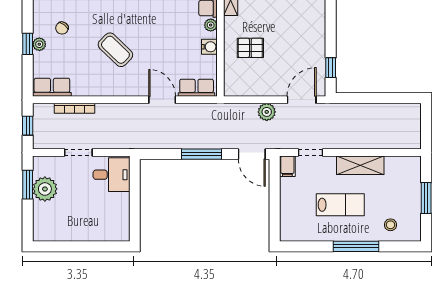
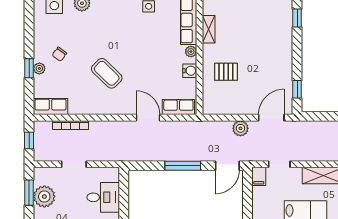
door: (252, 154) -> (227, 166), hinge flipped
desk: (111, 175) -> (103, 197), moved

